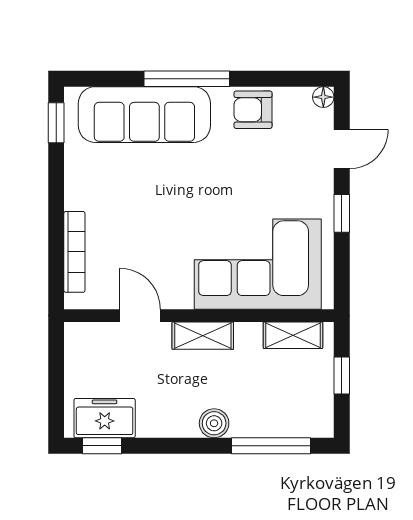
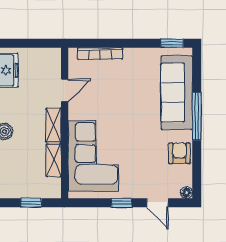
shelving: (293, 335) -> (54, 160), moved

